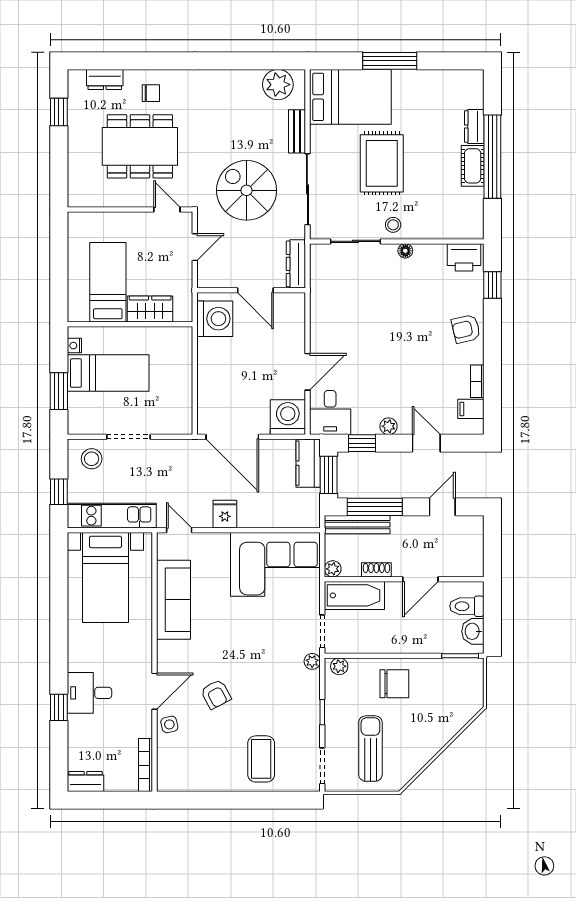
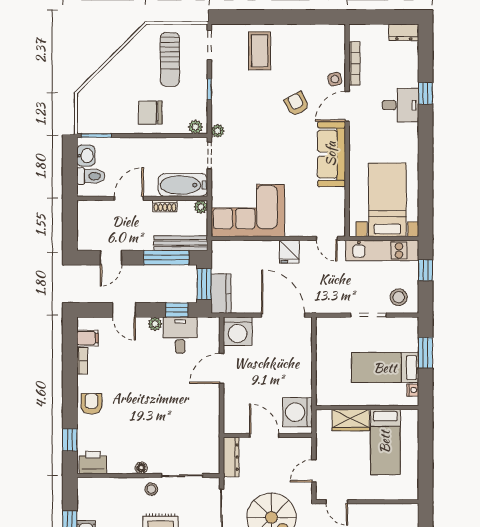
armchair: (466, 329) -> (91, 404), turned -77
desk: (330, 413) -> (180, 335), moved
sofa: (173, 600) -> (331, 154), moved
bookcase: (146, 765) -> (354, 63), moved

